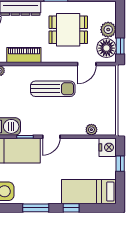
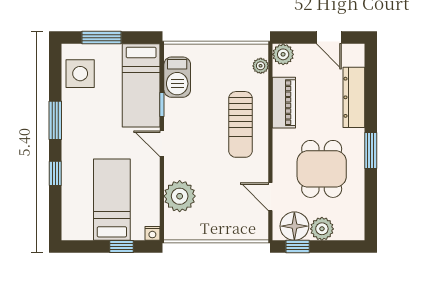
sun lounger: (53, 89) -> (241, 124), moved
plant: (91, 130) -> (180, 196), width x1.87, depth x1.87
nightstand: (108, 147) -> (152, 233), width x0.53, depth x0.56
bed: (89, 192) -> (112, 200), moved

